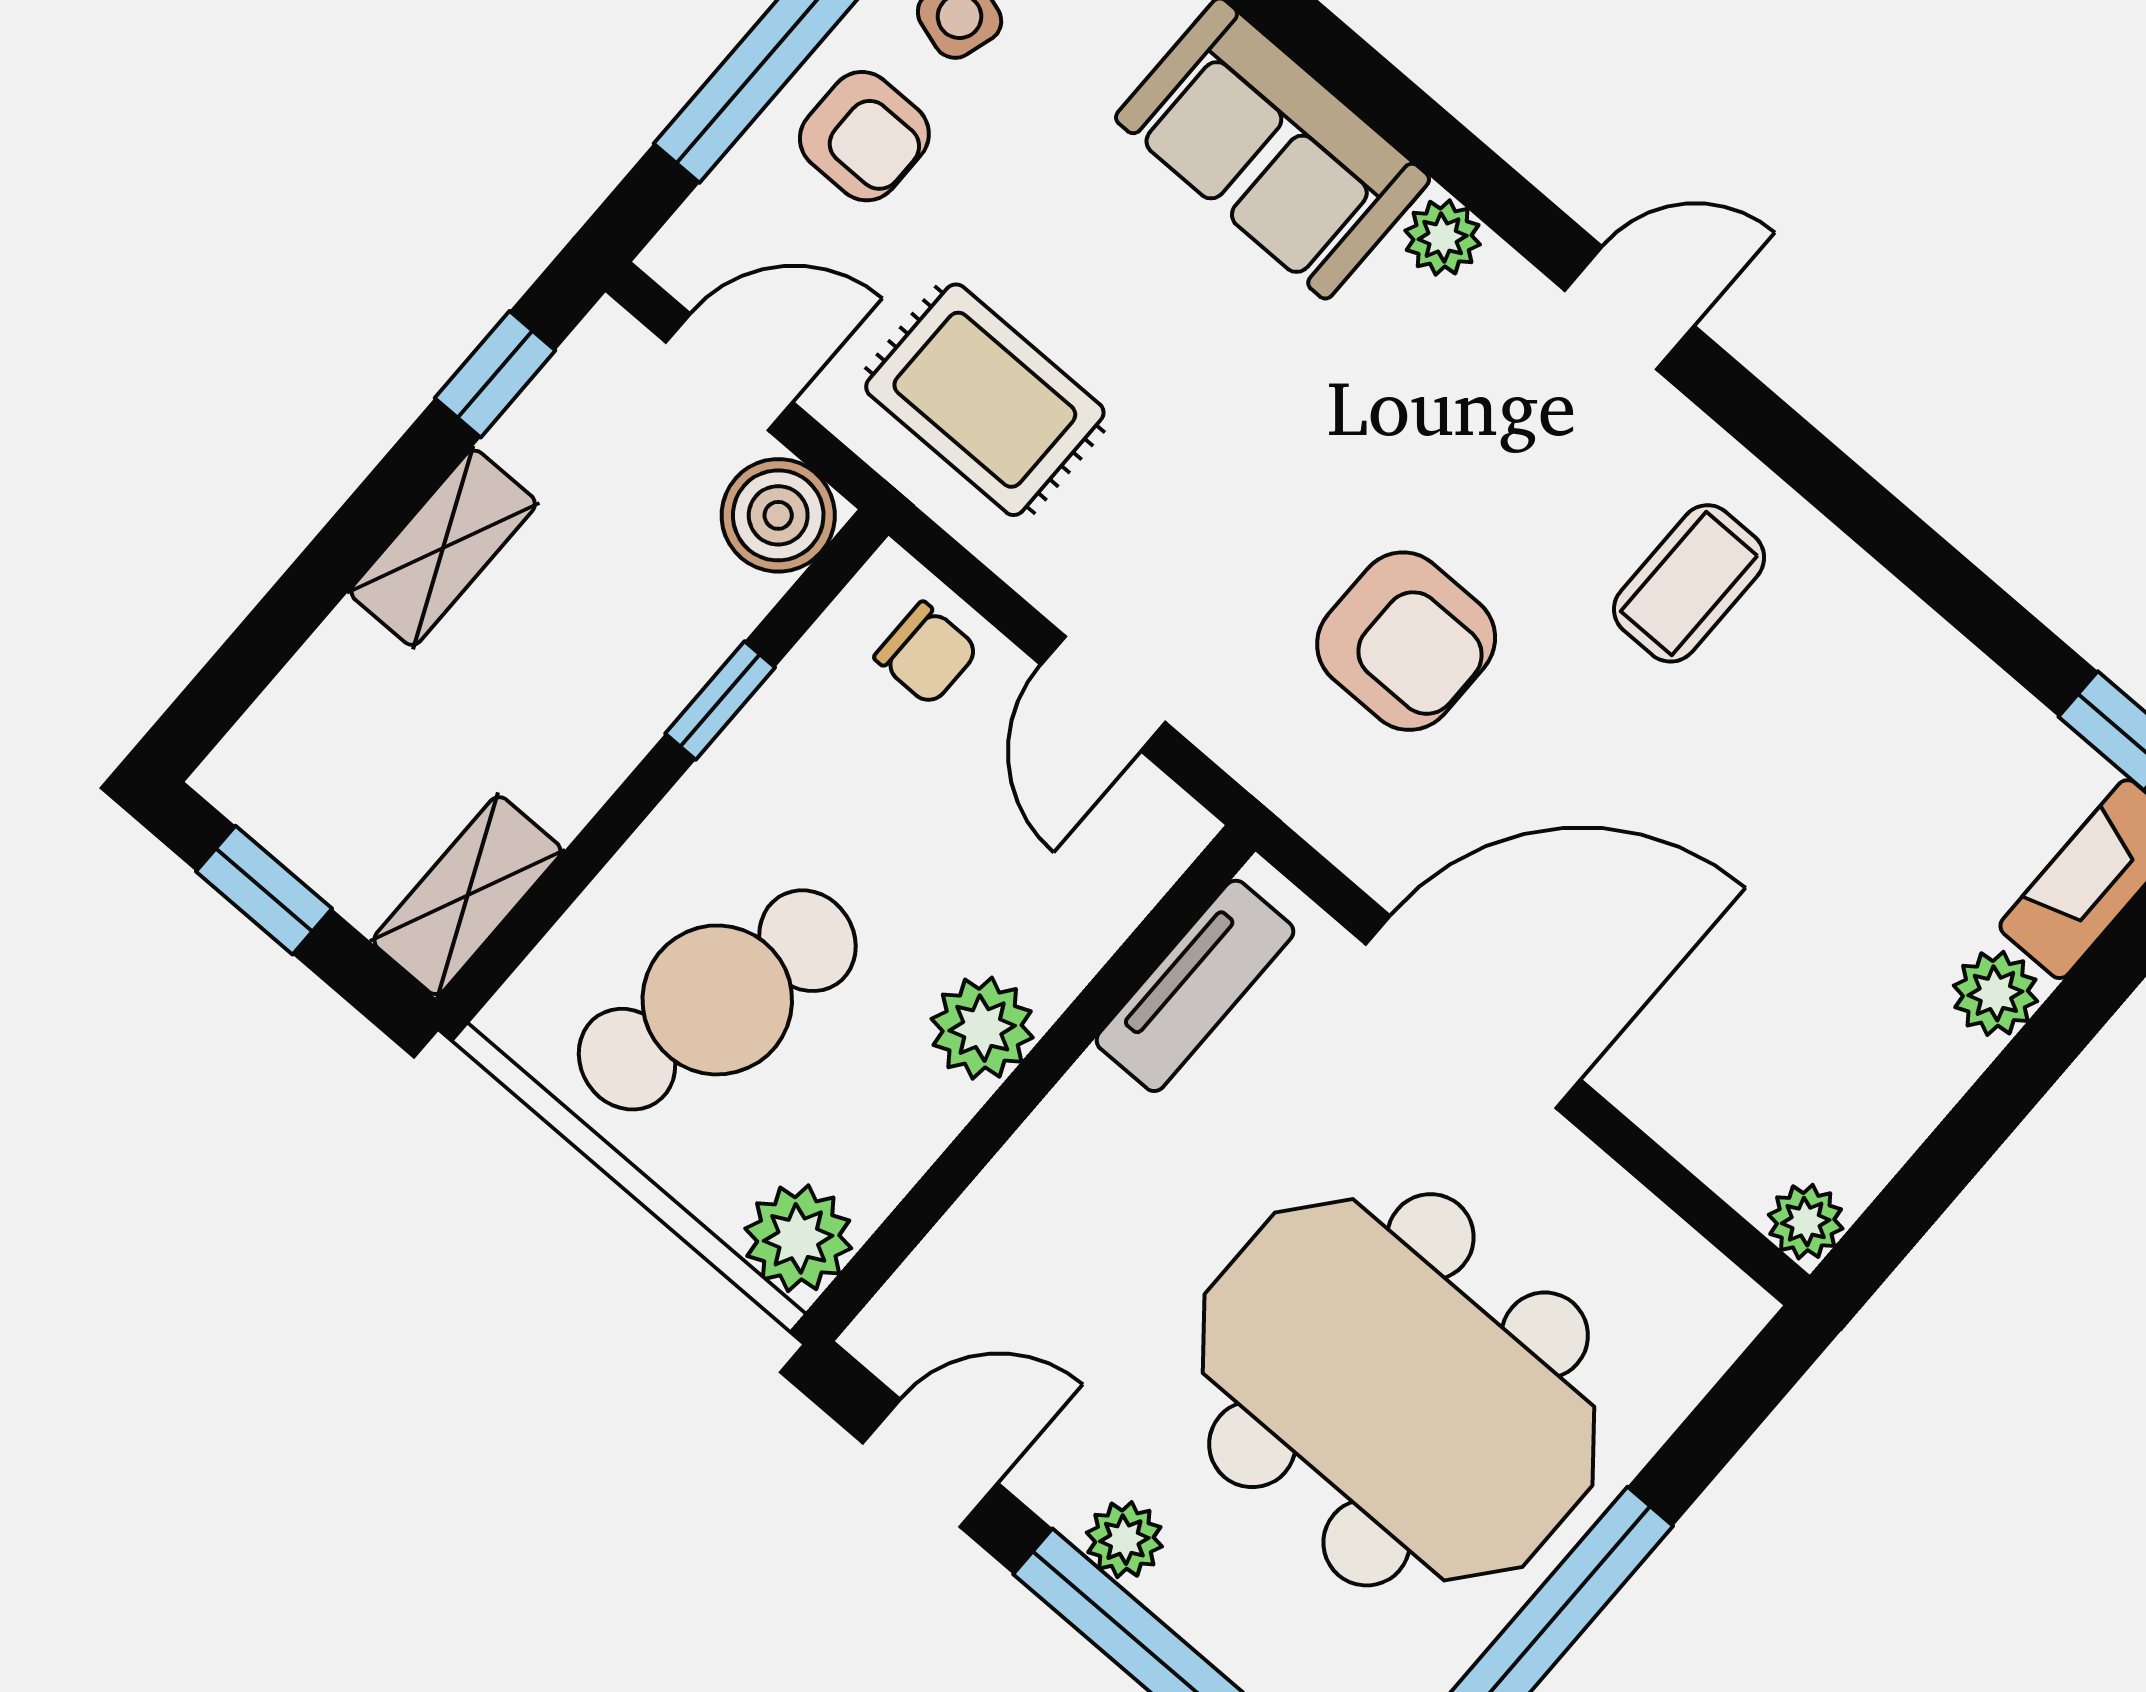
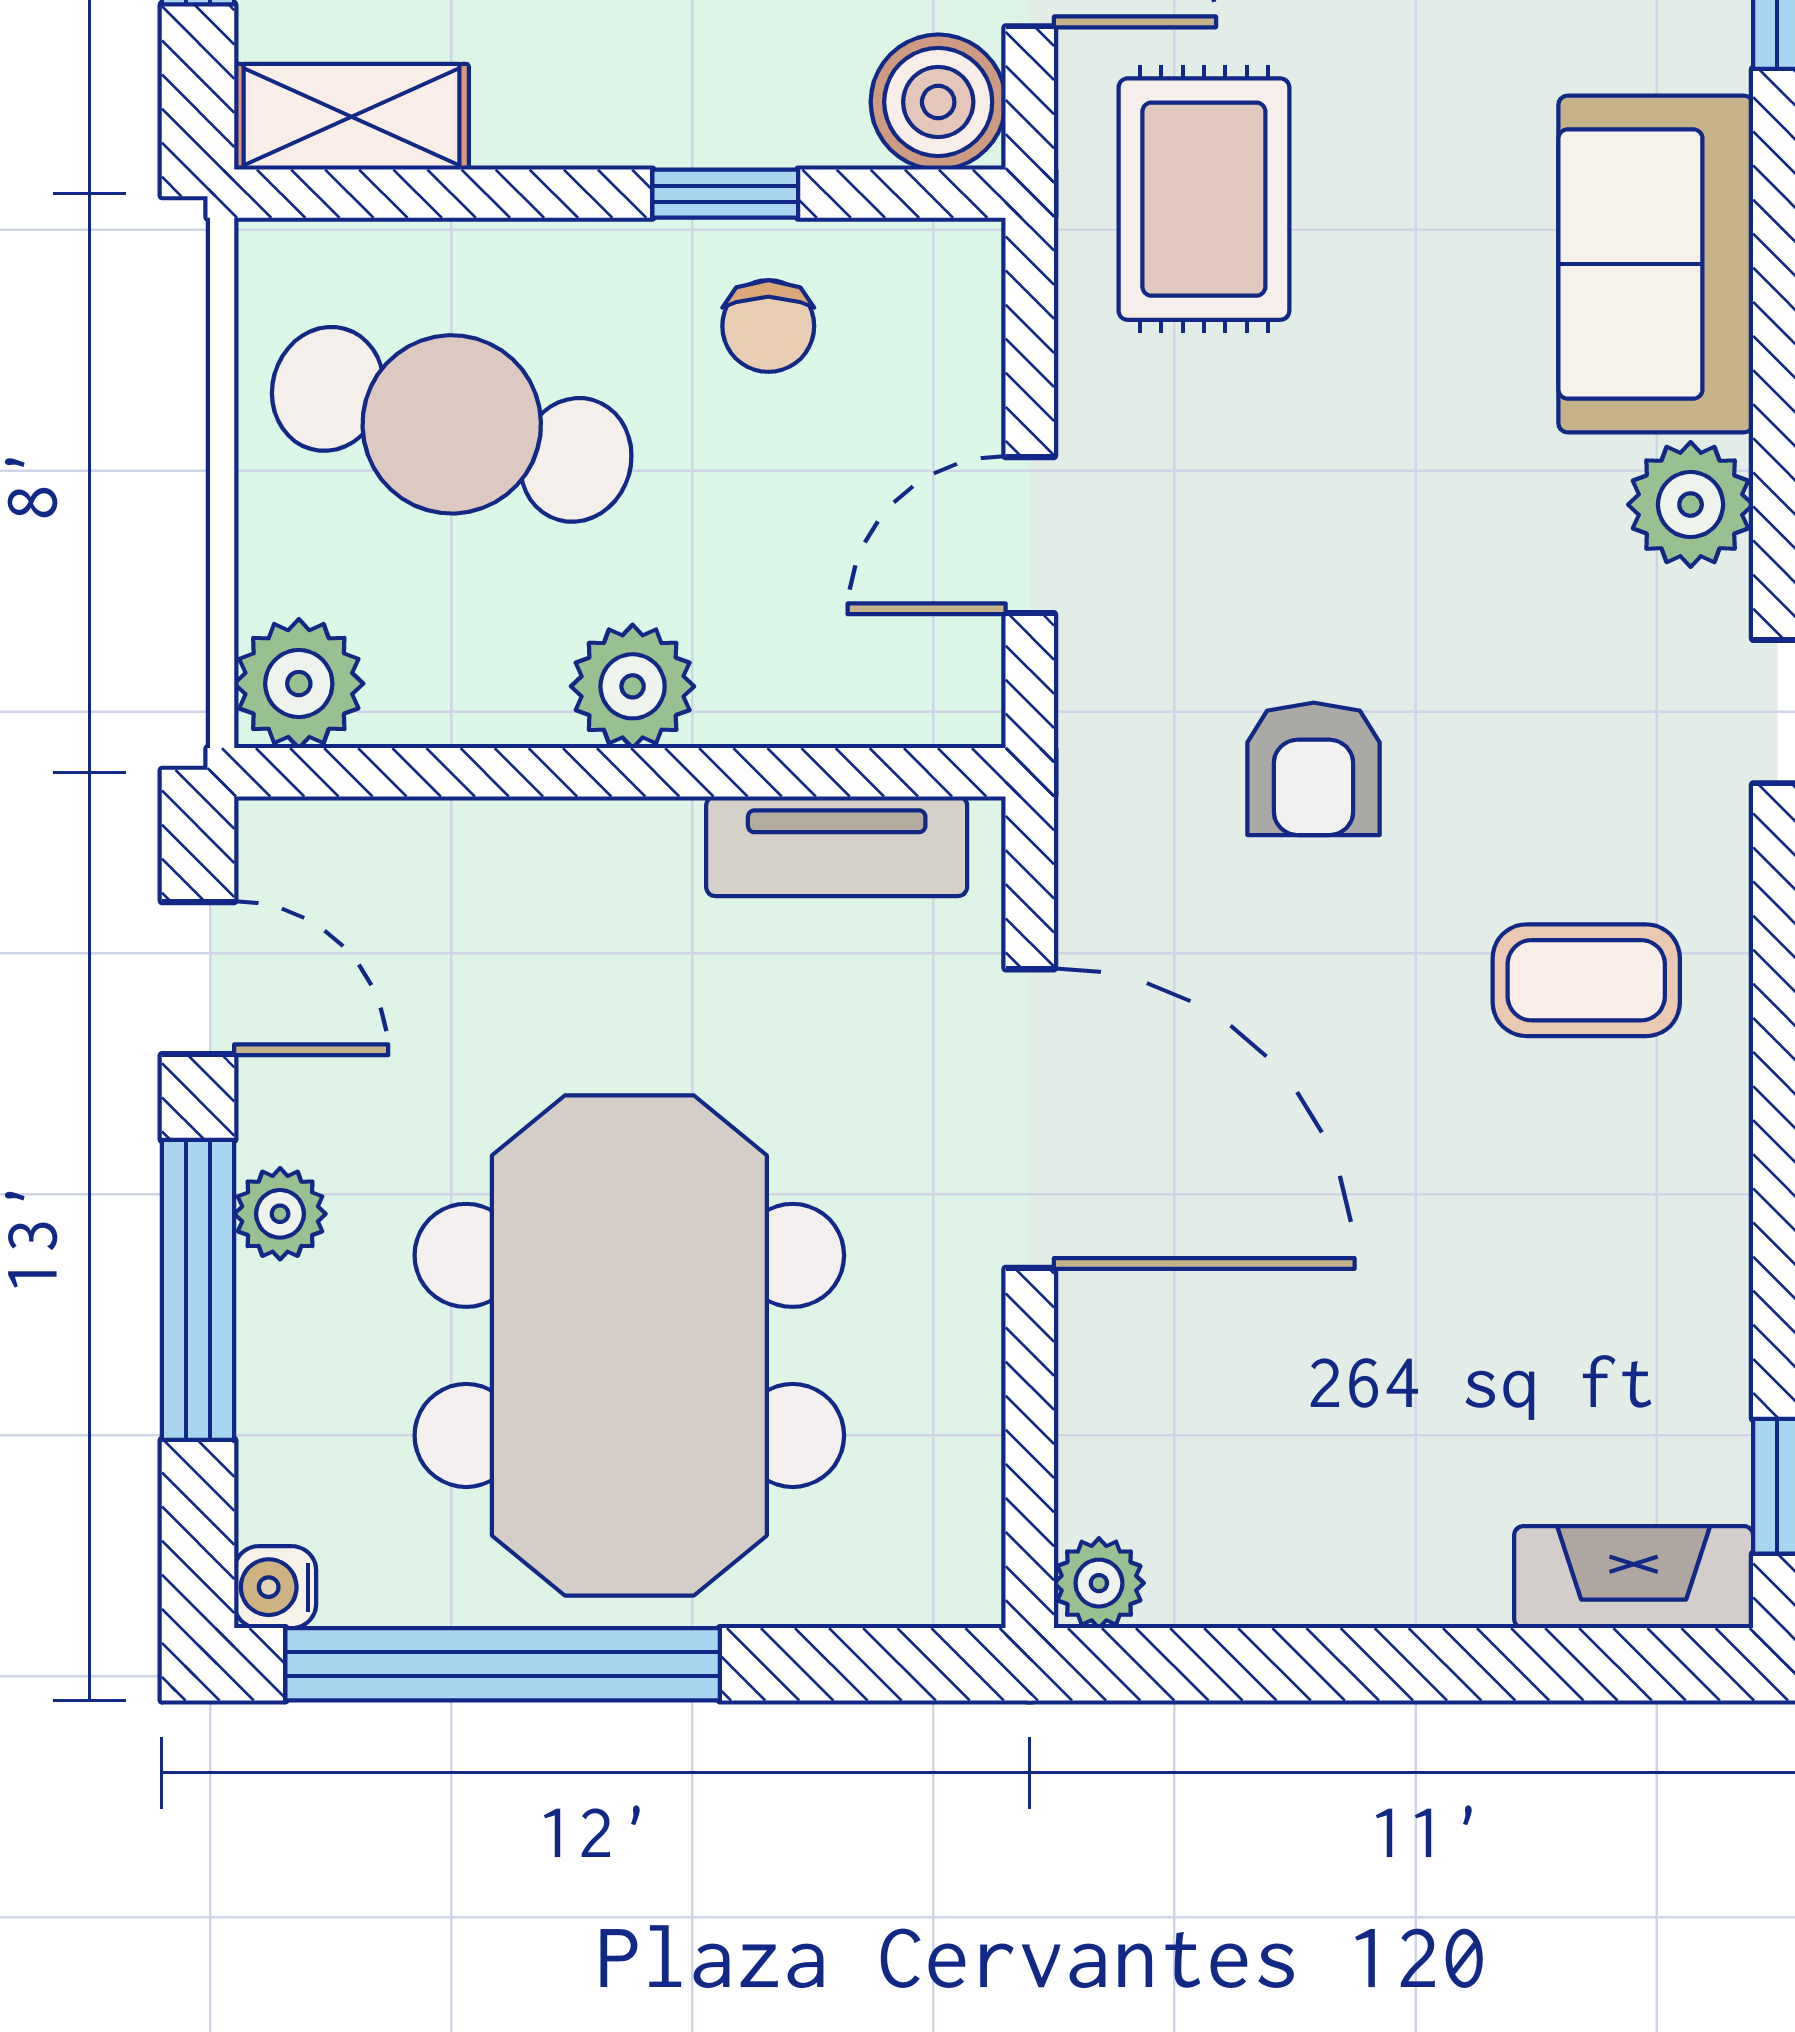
plant: (1443, 238) -> (1691, 505), width x1.38, depth x1.38
armchair: (1406, 641) -> (1314, 769), width x0.72, depth x0.72
chair: (926, 654) -> (768, 326), moved
plant: (1995, 993) -> (1454, 1577), removed

